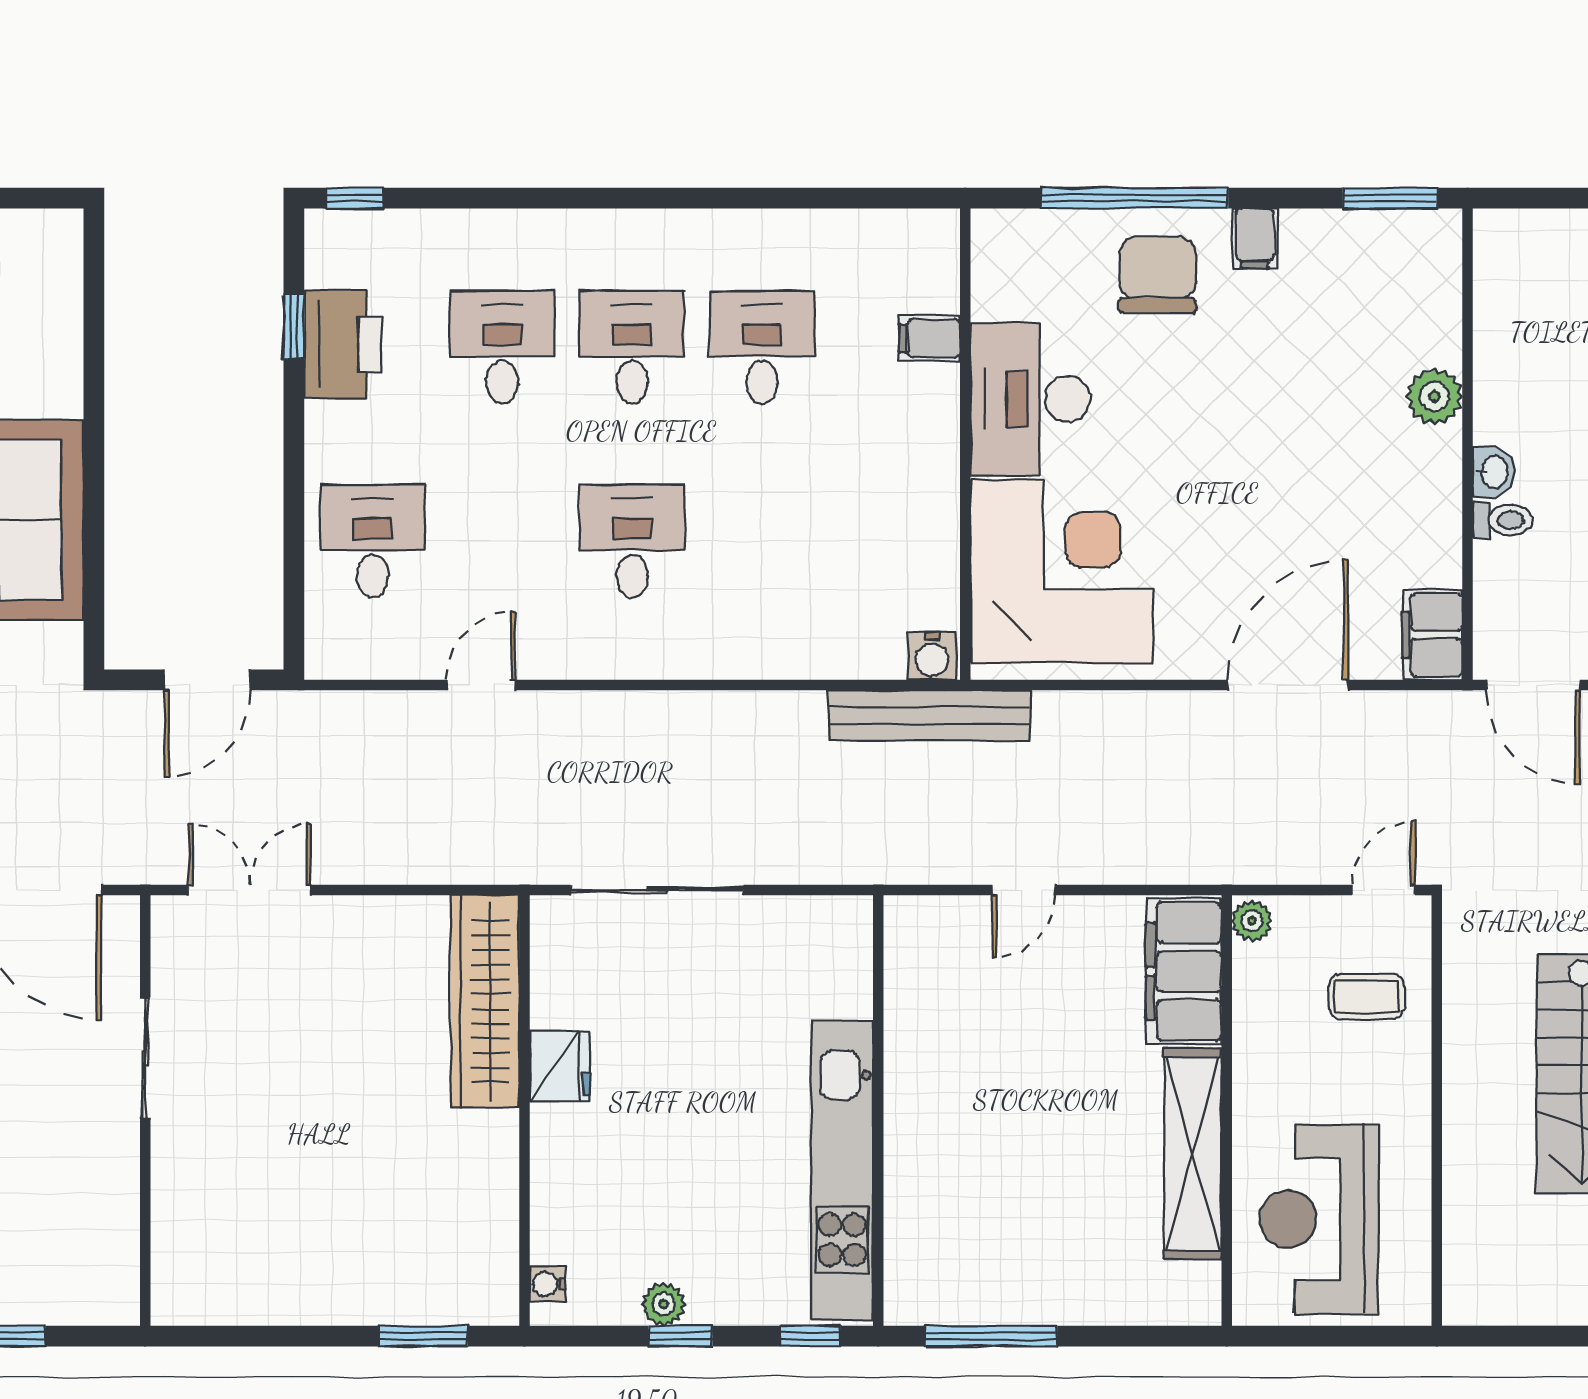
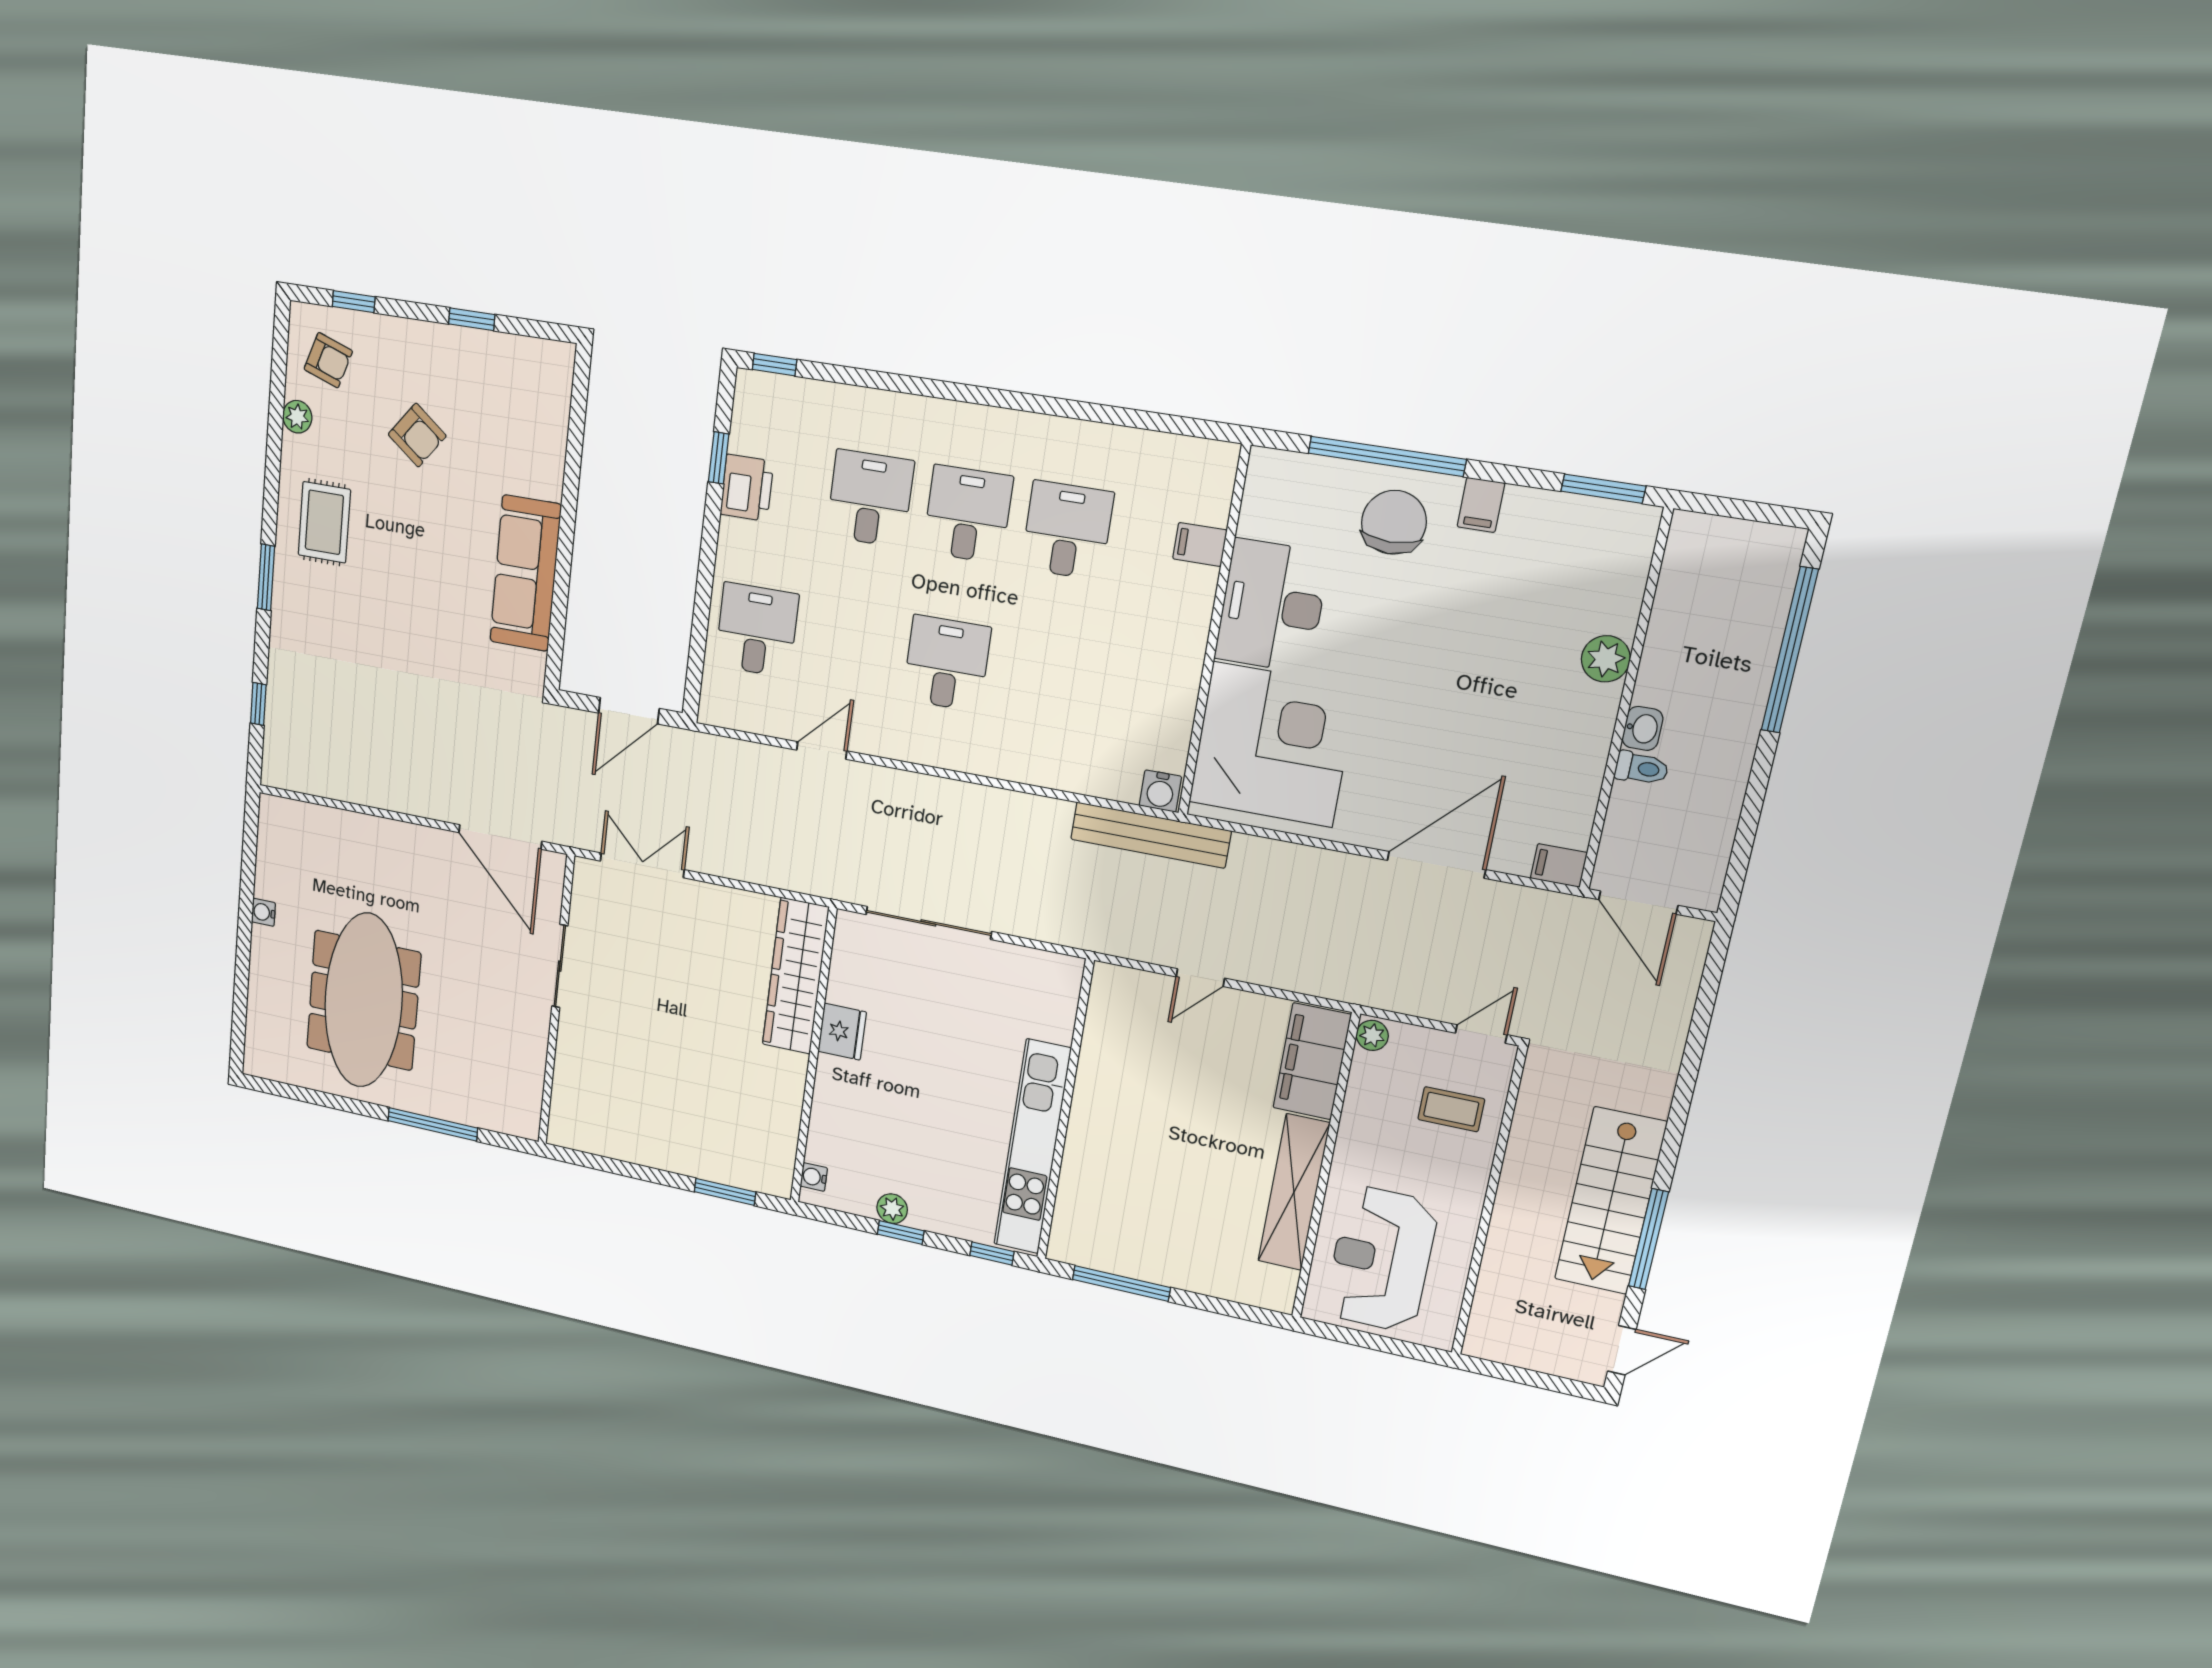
printer: (343, 344) -> (747, 488), width x0.73, depth x0.84
filing cabinet: (1432, 635) -> (1559, 865), width x0.50

